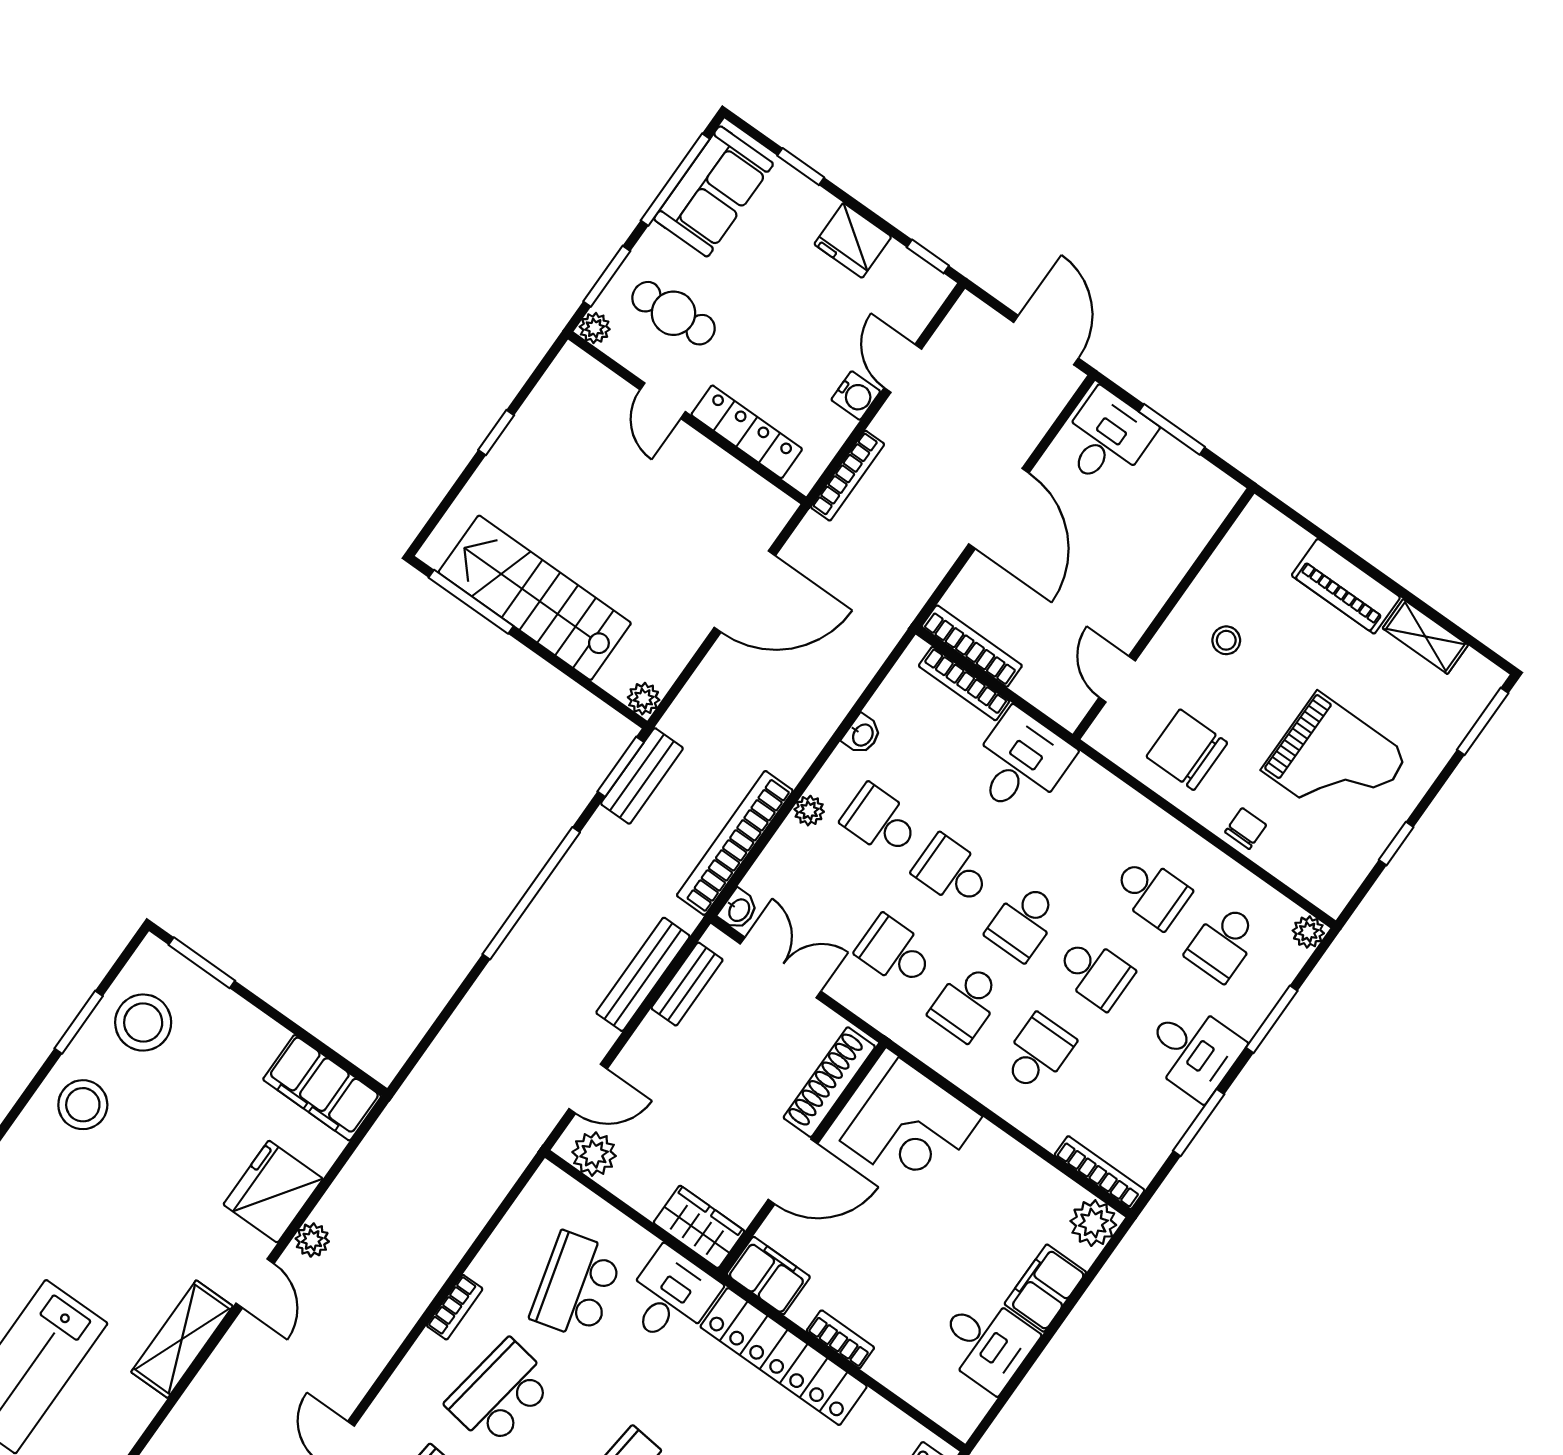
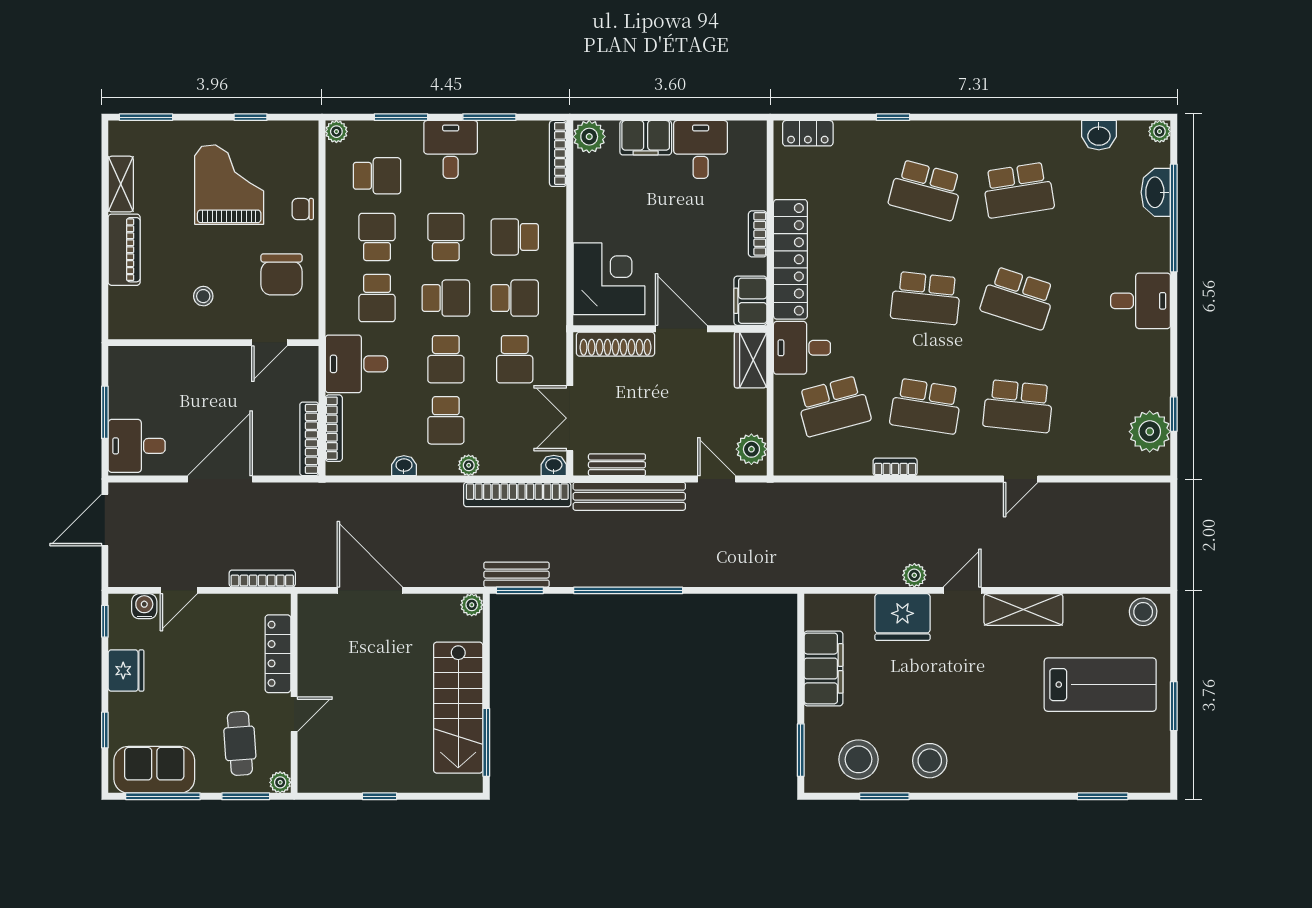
water cooler: (856, 396) -> (144, 606), moved
school desk: (1080, 842) -> (377, 298), added
bench: (643, 974) -> (629, 496), width x1.37, depth x1.21
filing cabinet: (322, 1088) -> (823, 668), moved

